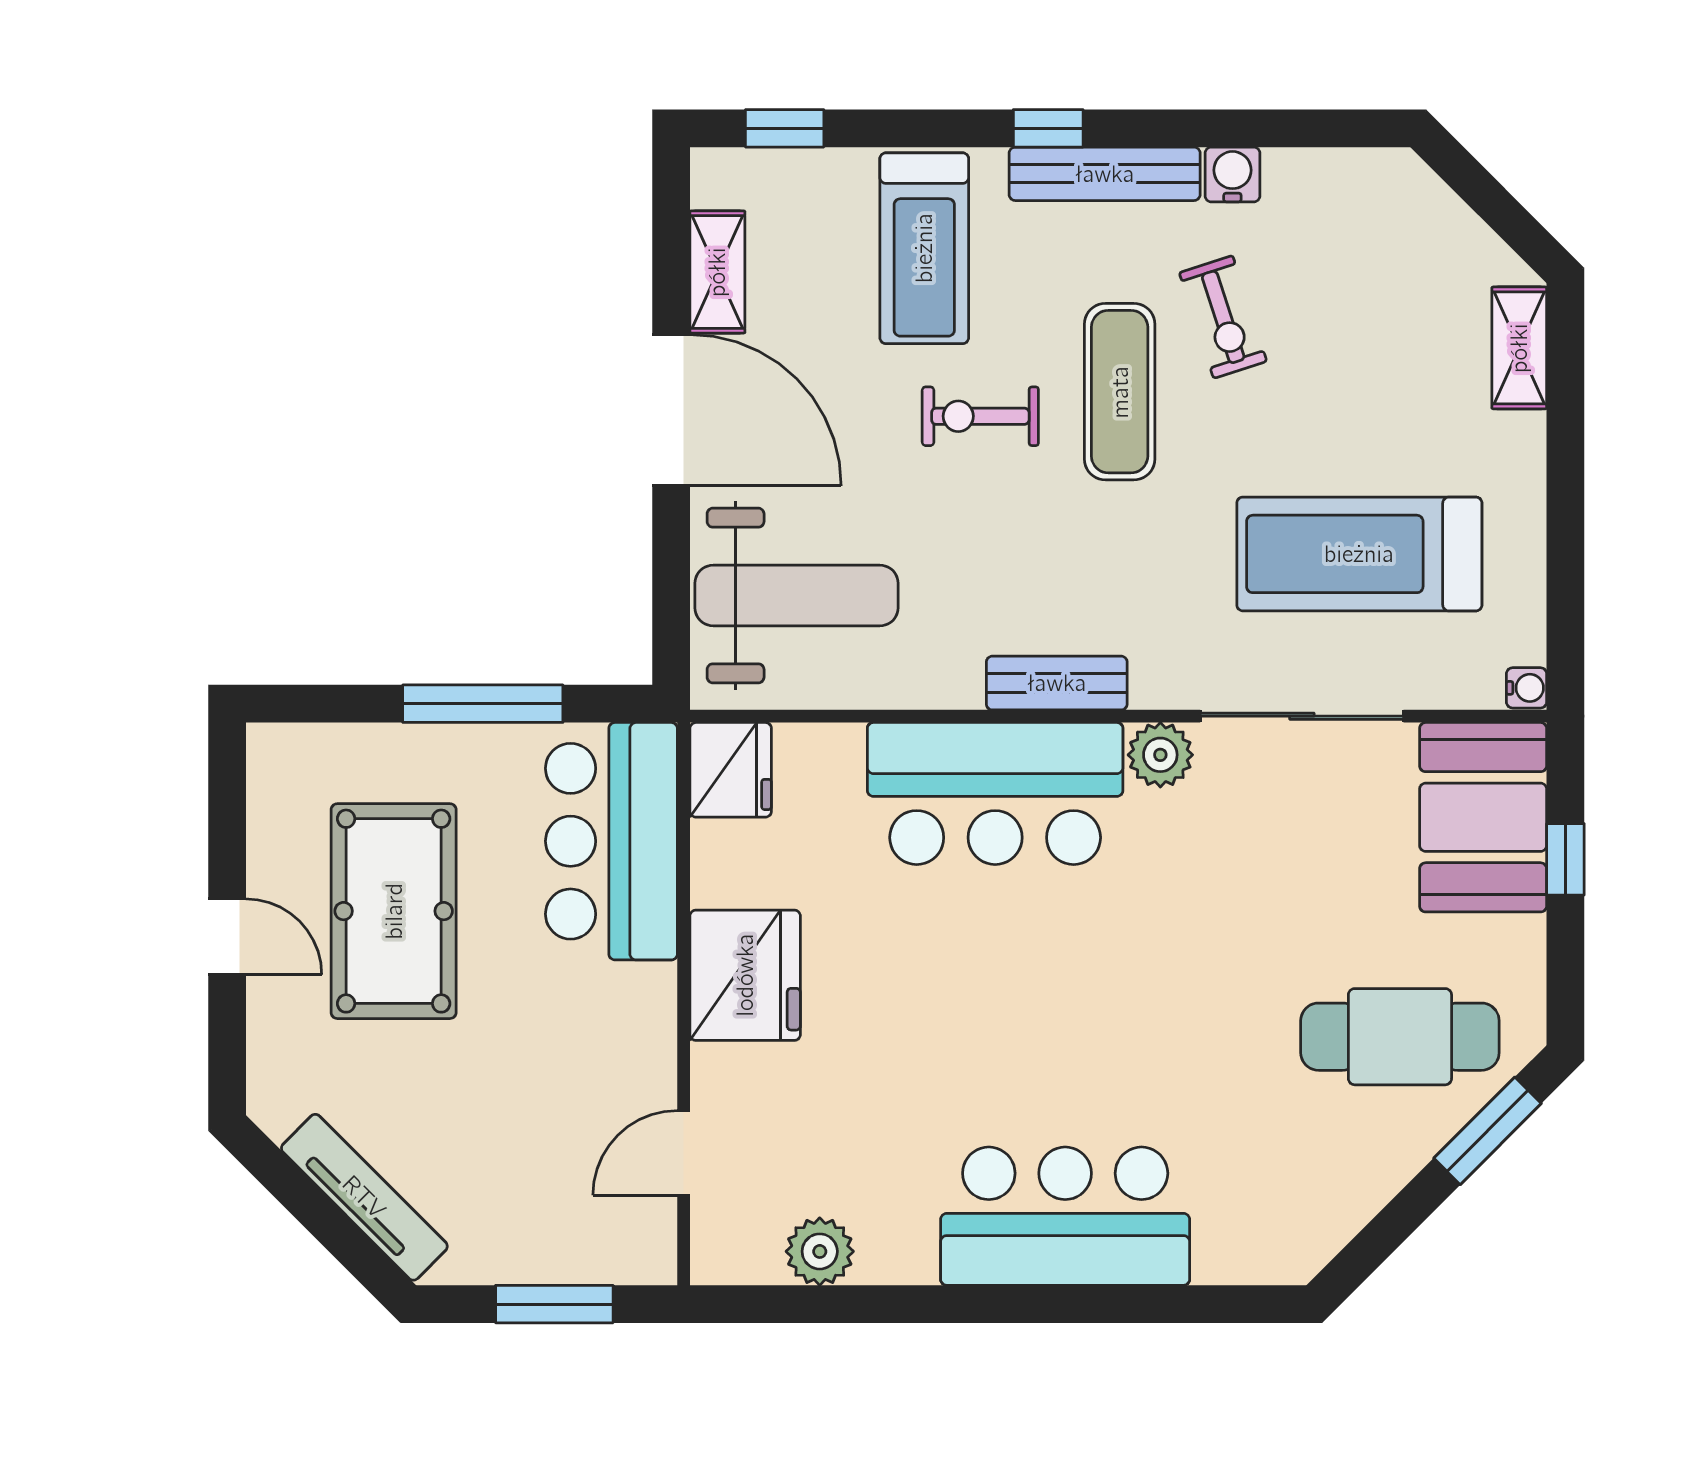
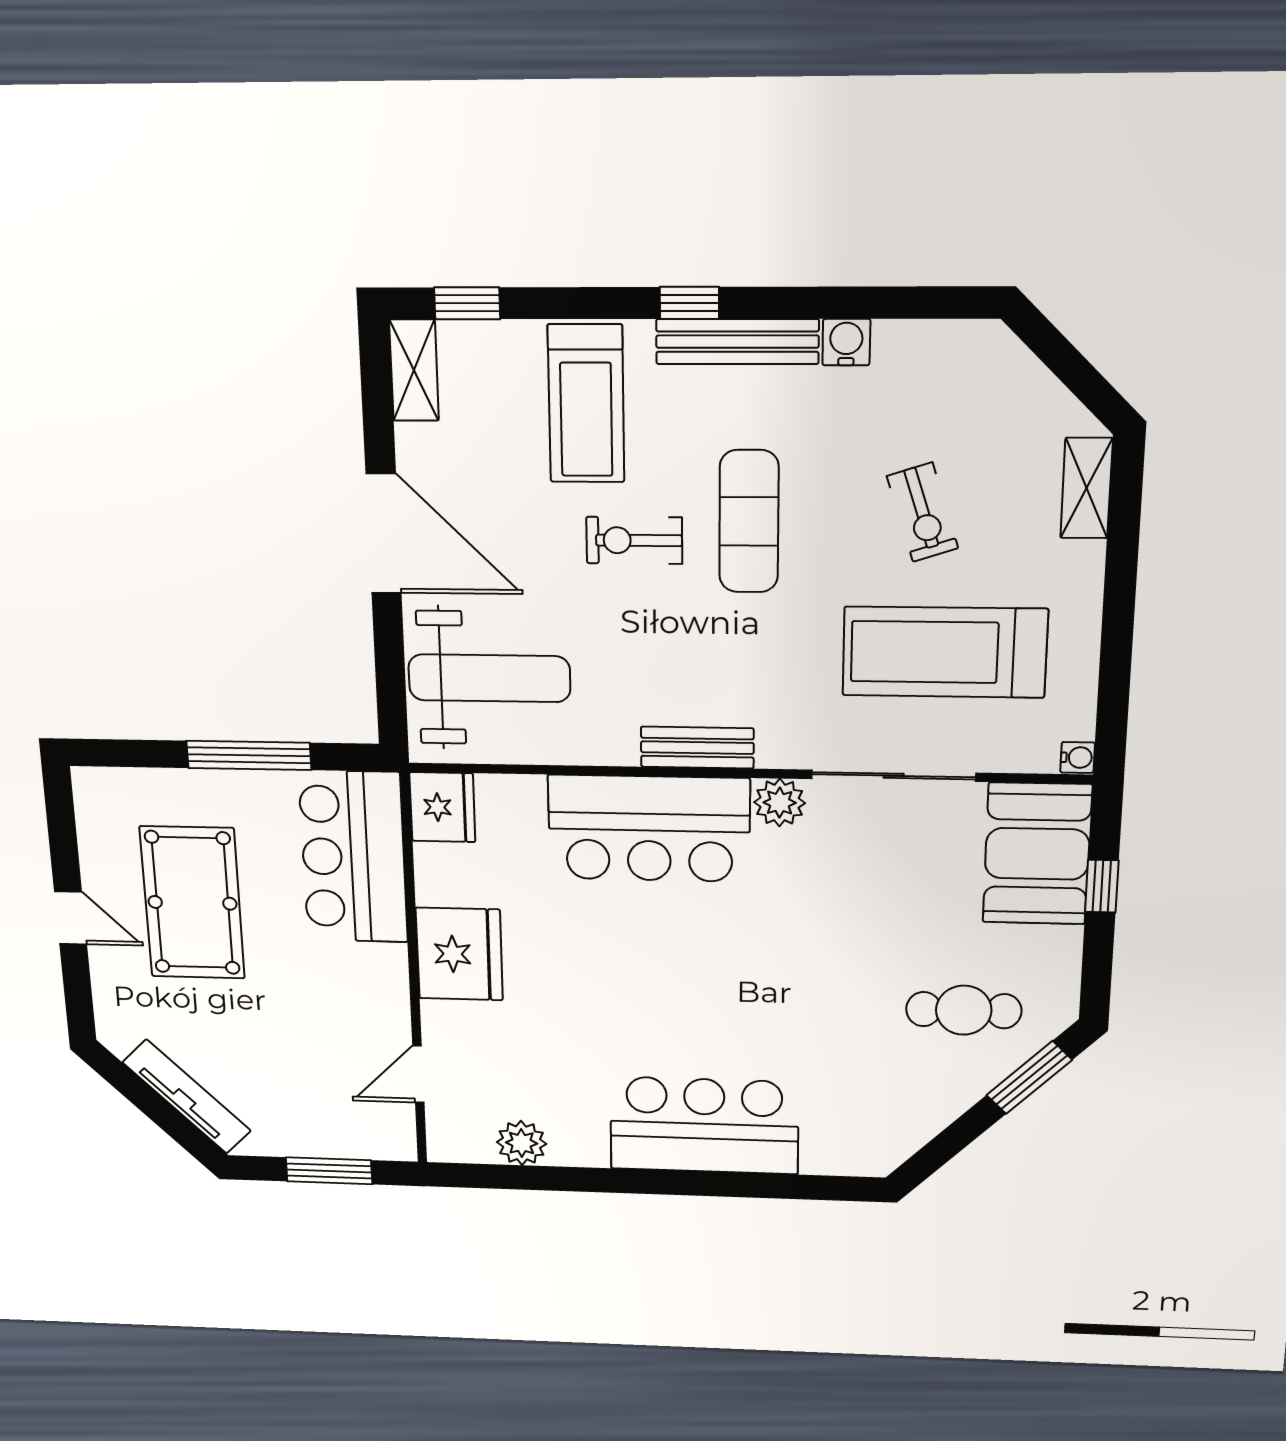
shelving: (717, 272) -> (414, 370), moved
exercise bike: (1223, 317) -> (923, 512), moved
cafe table: (1400, 1037) -> (964, 1010), width x0.73, depth x0.74

